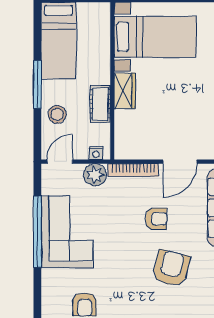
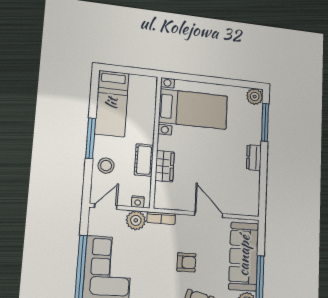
wardrobe: (125, 91) -> (165, 166), moved
door: (180, 162) -> (209, 214), swing flipped
bookcase: (133, 170) -> (161, 218), width x0.64

